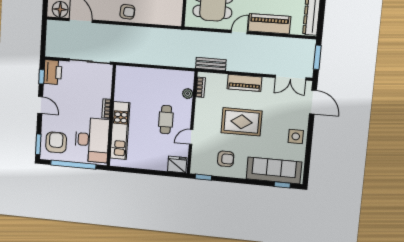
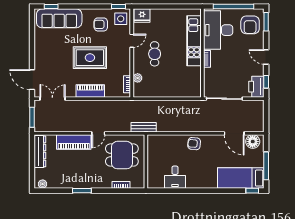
bench: (211, 64) -> (144, 127), moved
side table: (296, 136) -> (121, 19), moved

